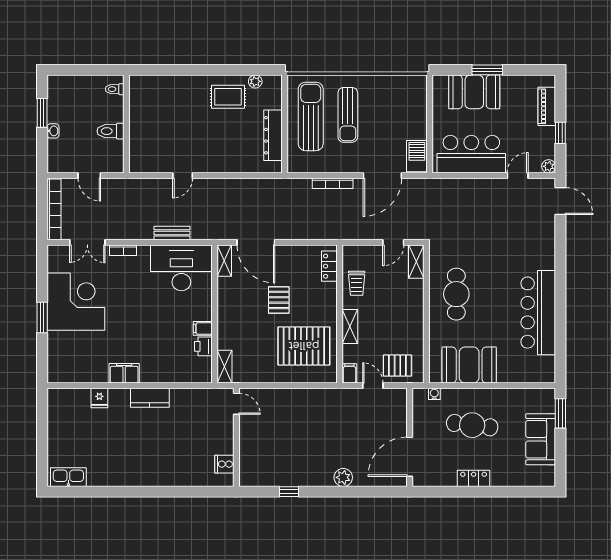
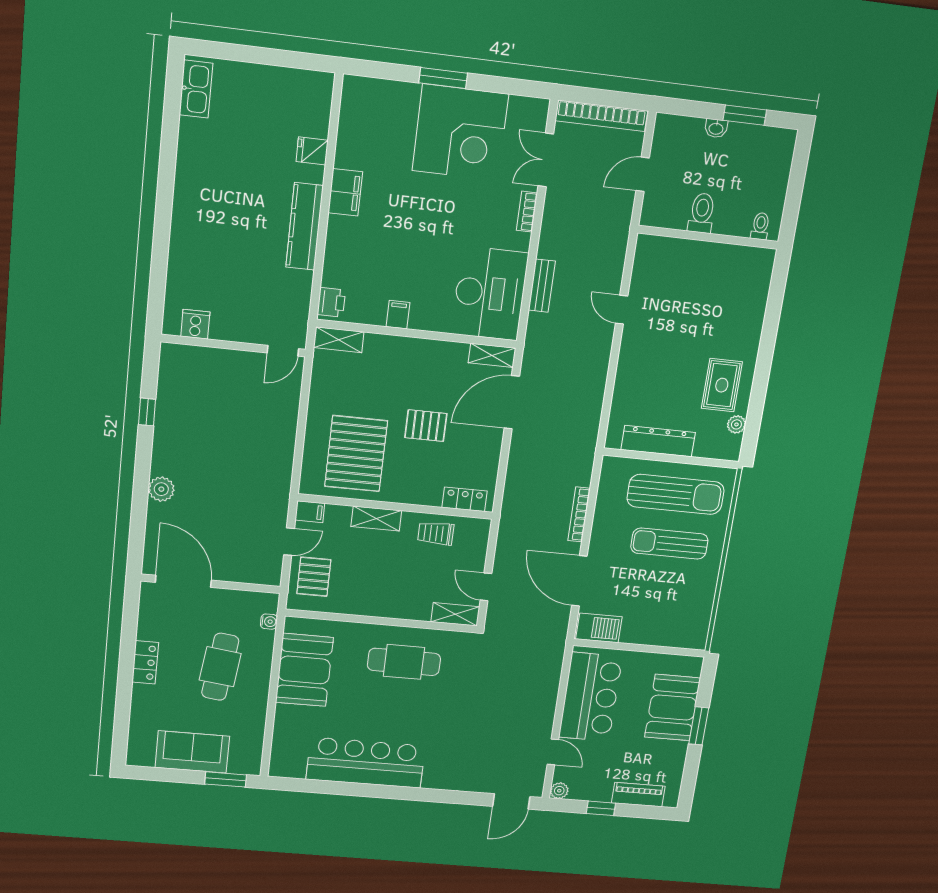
printer: (203, 346) -> (331, 302), moved, turned 90
kitchen counter: (150, 398) -> (305, 226), width x1.50

